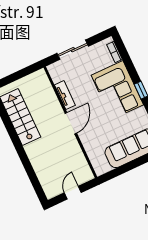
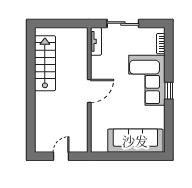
tv unit: (65, 95) -> (96, 41), moved

